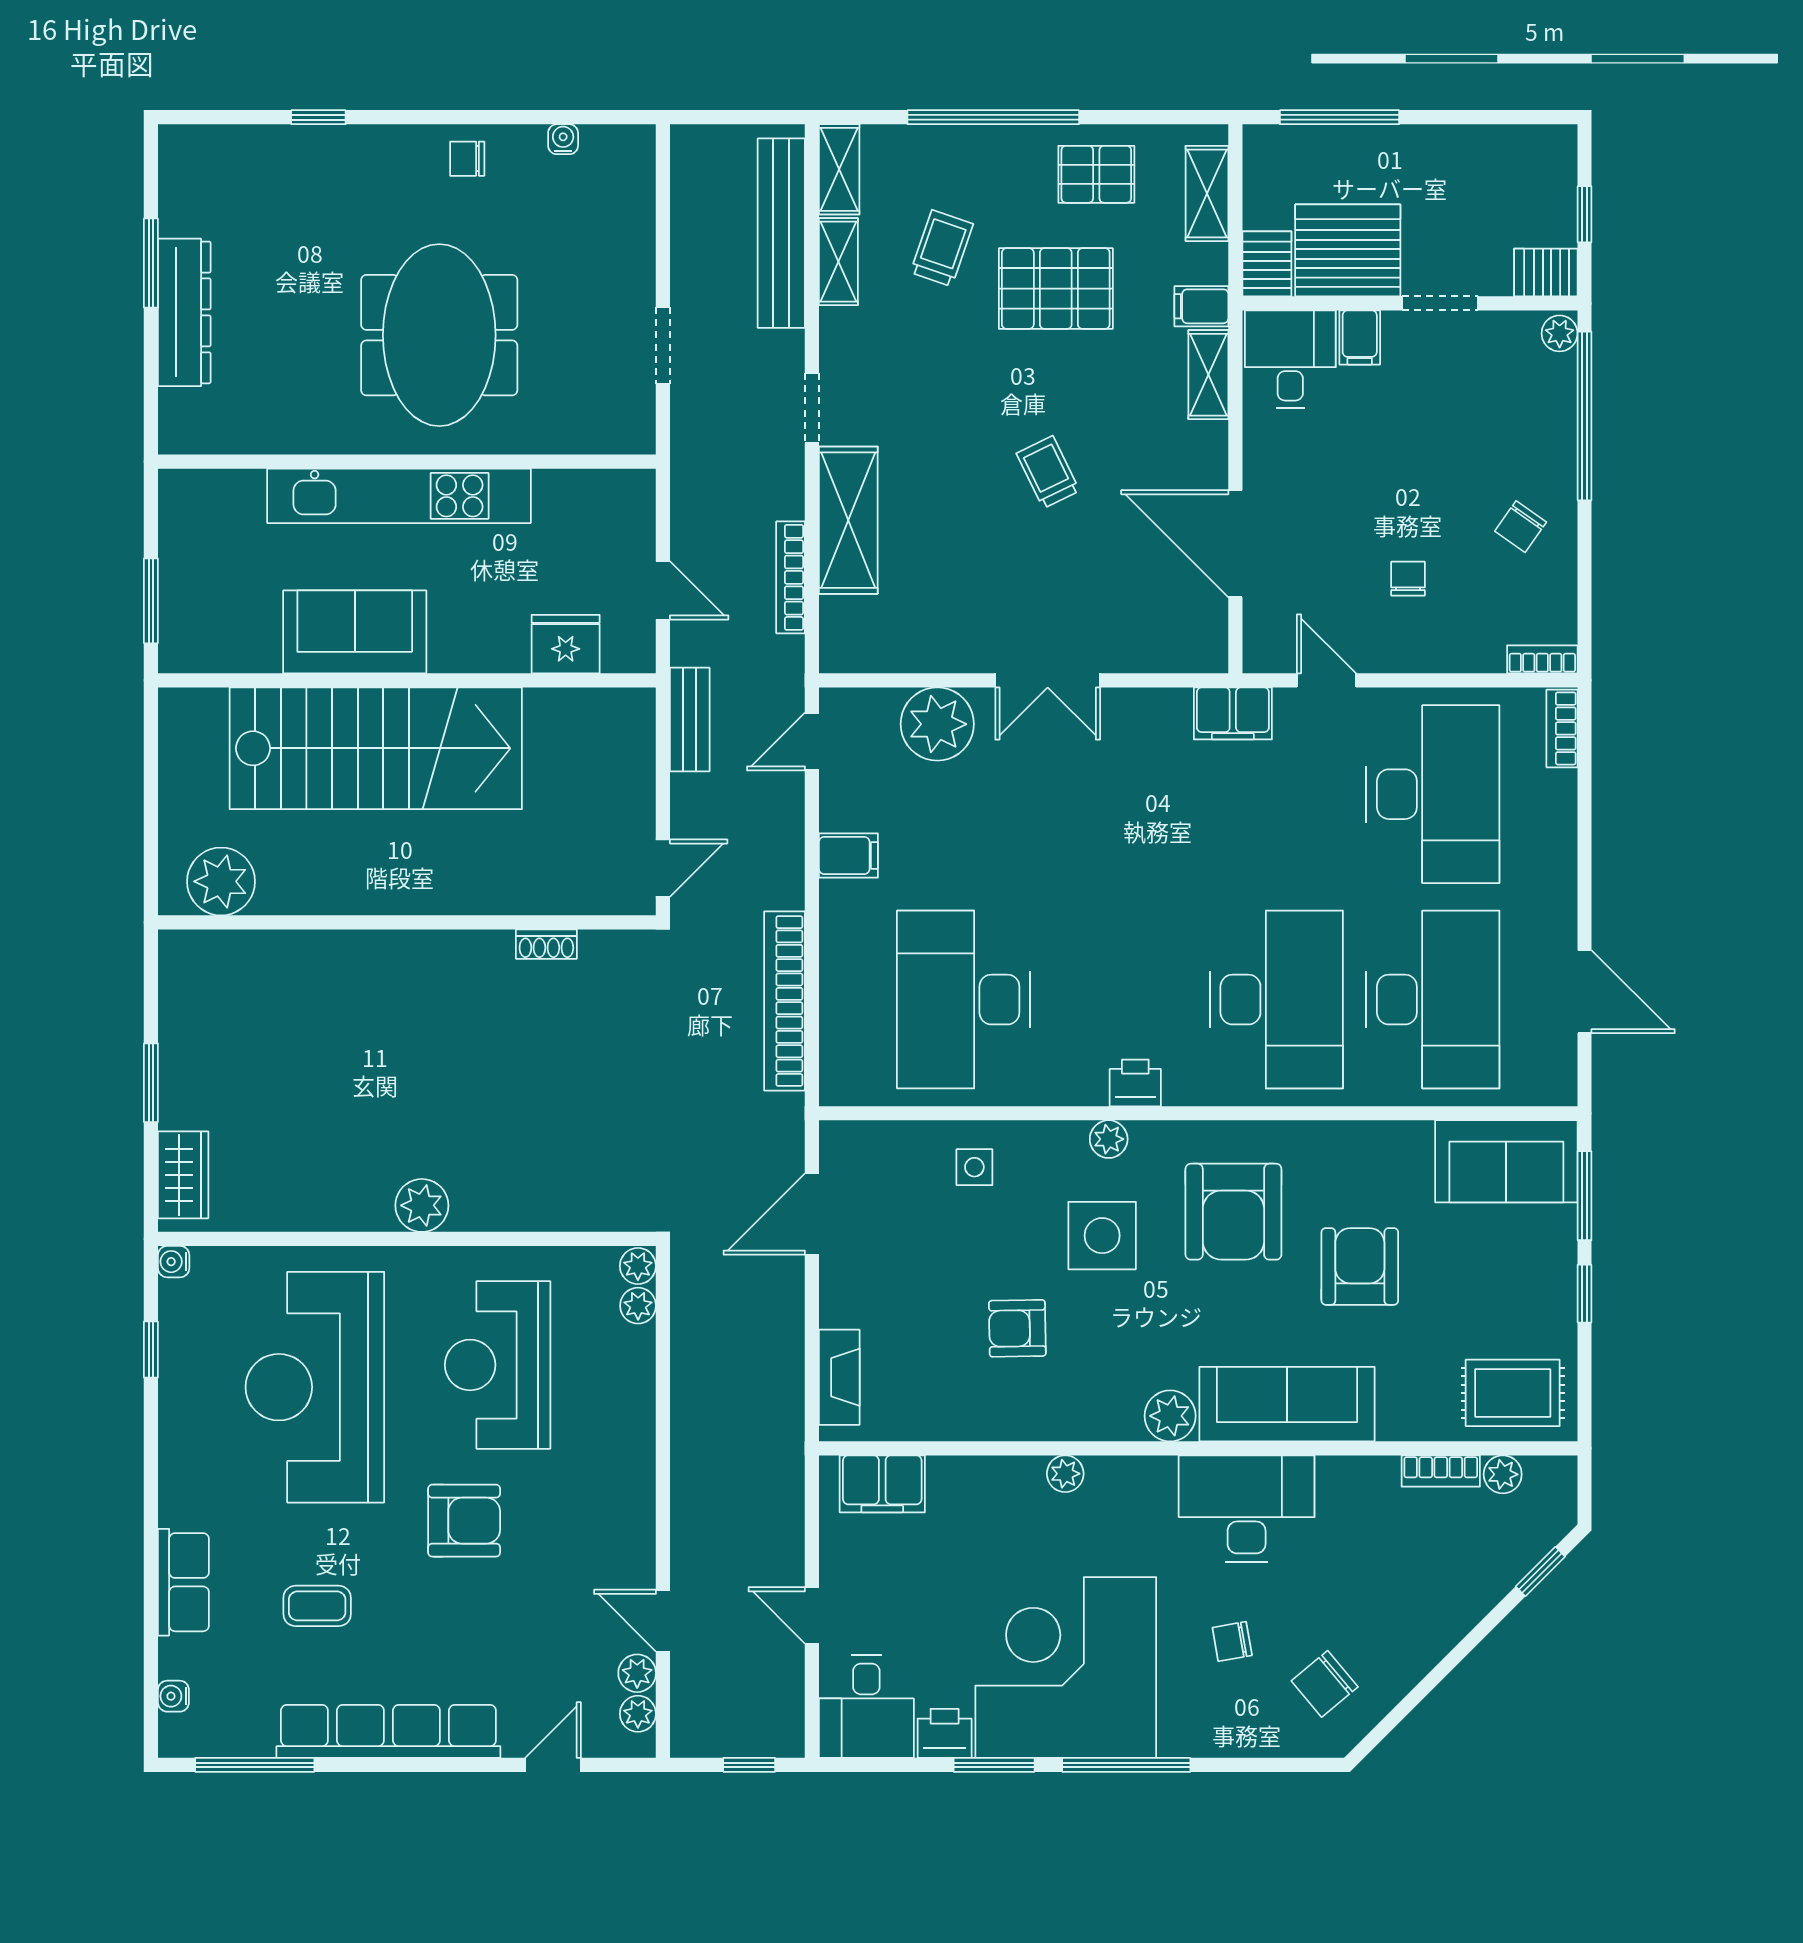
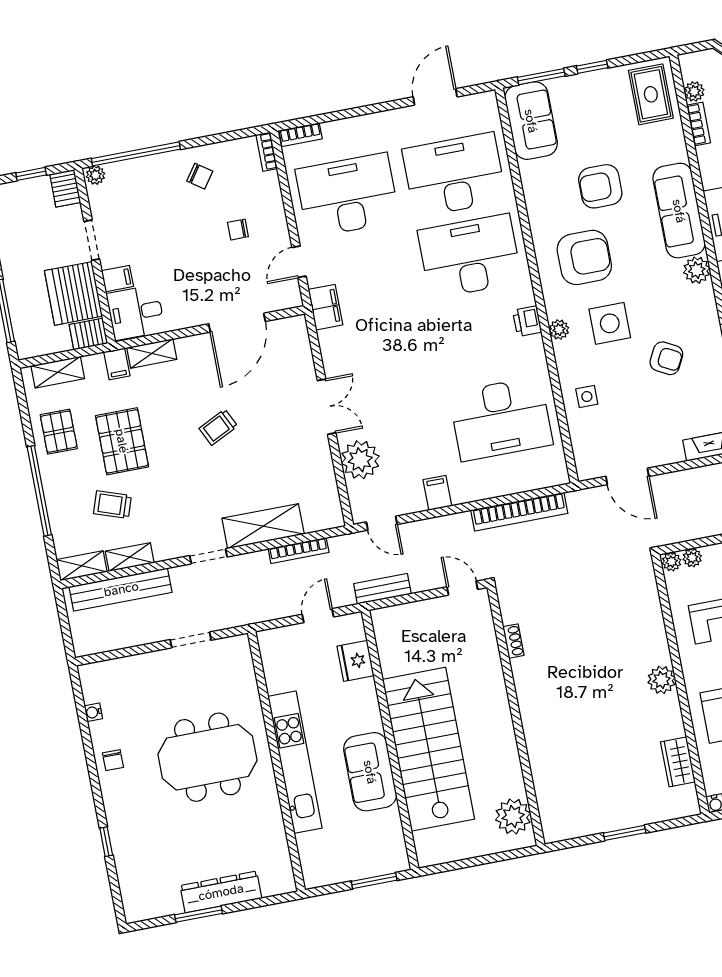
wardrobe: (183, 1175) -> (678, 762), moved, turned -90
armchair: (1017, 1328) -> (666, 358), turned -61

